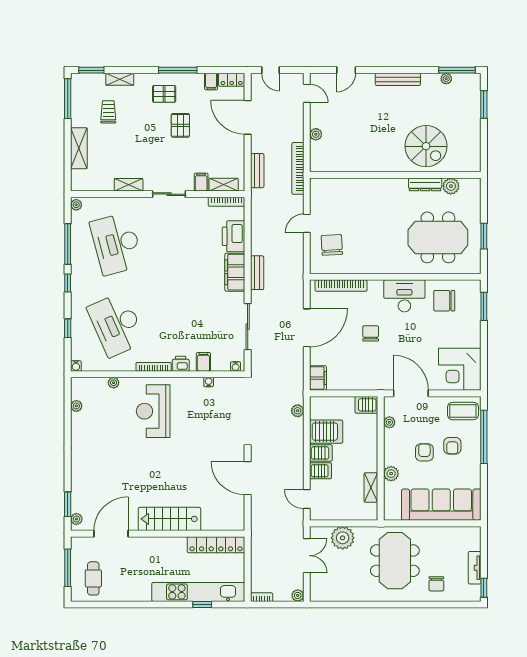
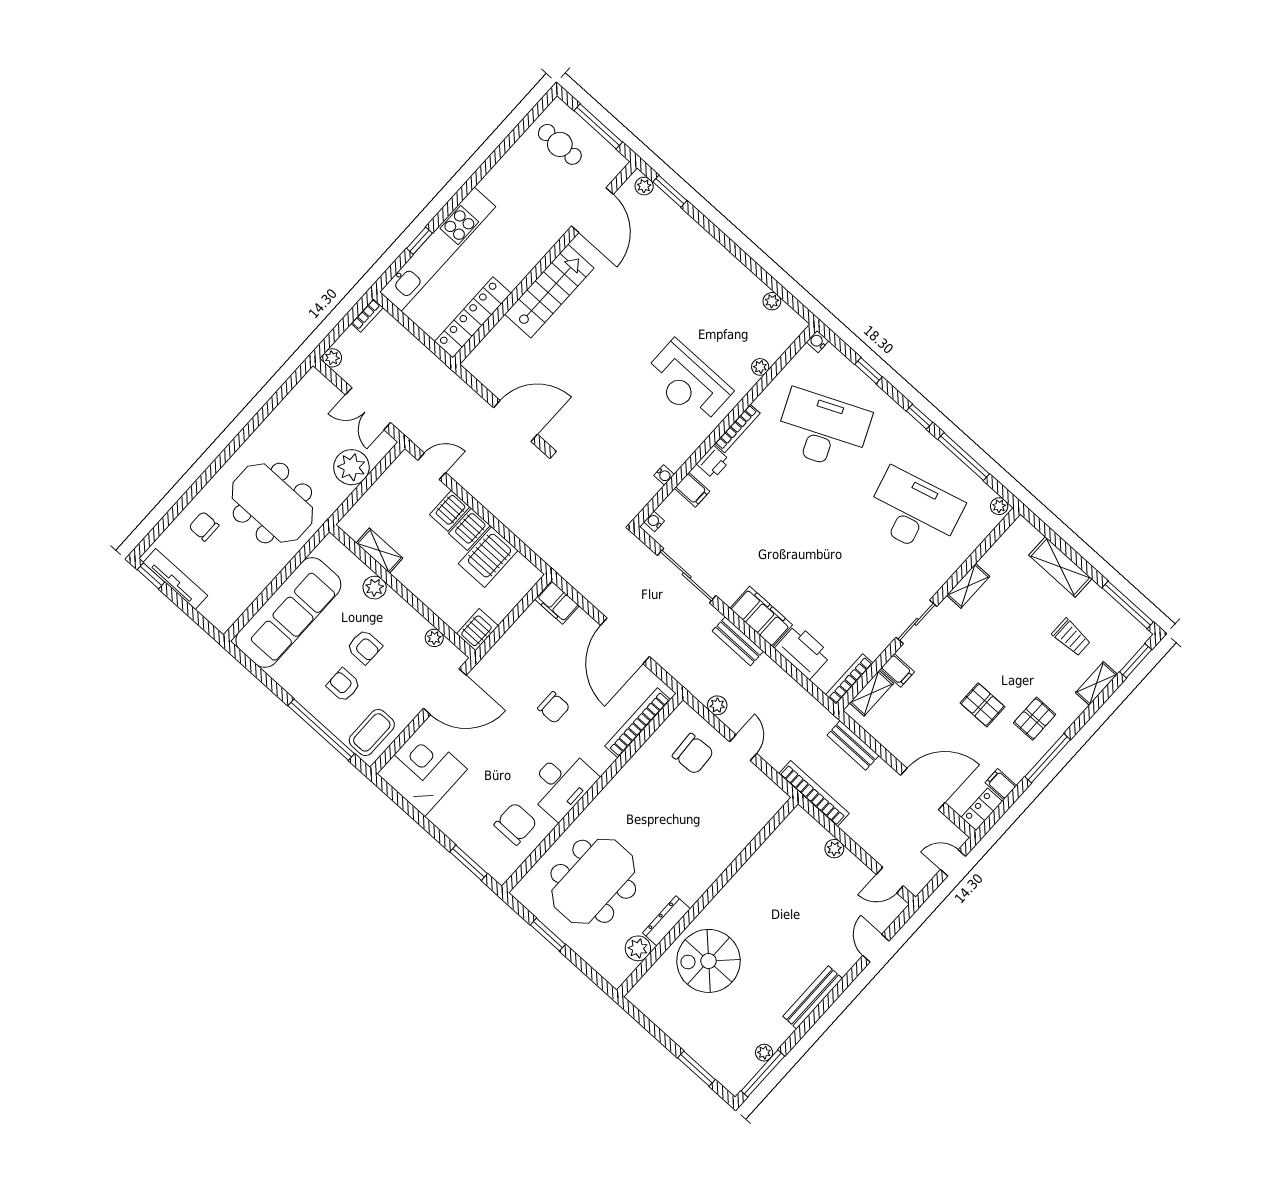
reception desk: (153, 411) -> (688, 383), turned 180
plant: (298, 411) -> (717, 705), moved
tv unit: (475, 568) -> (175, 579), width x1.41

